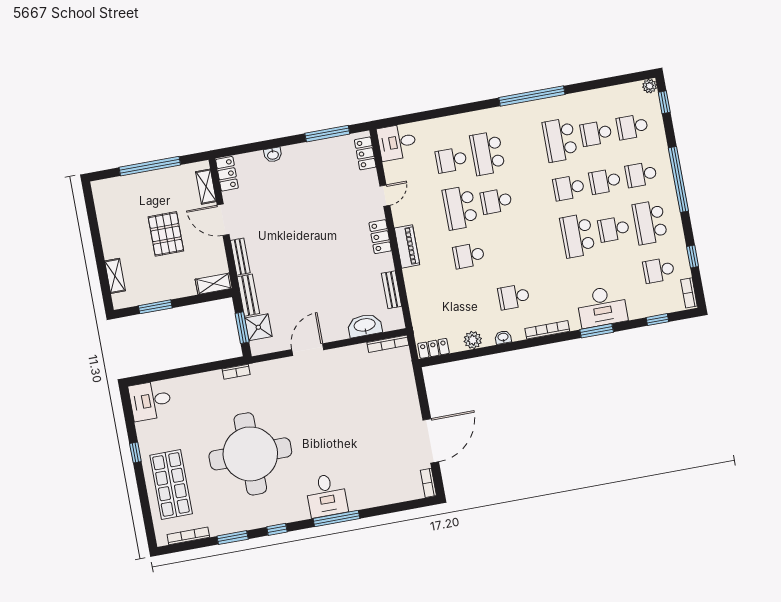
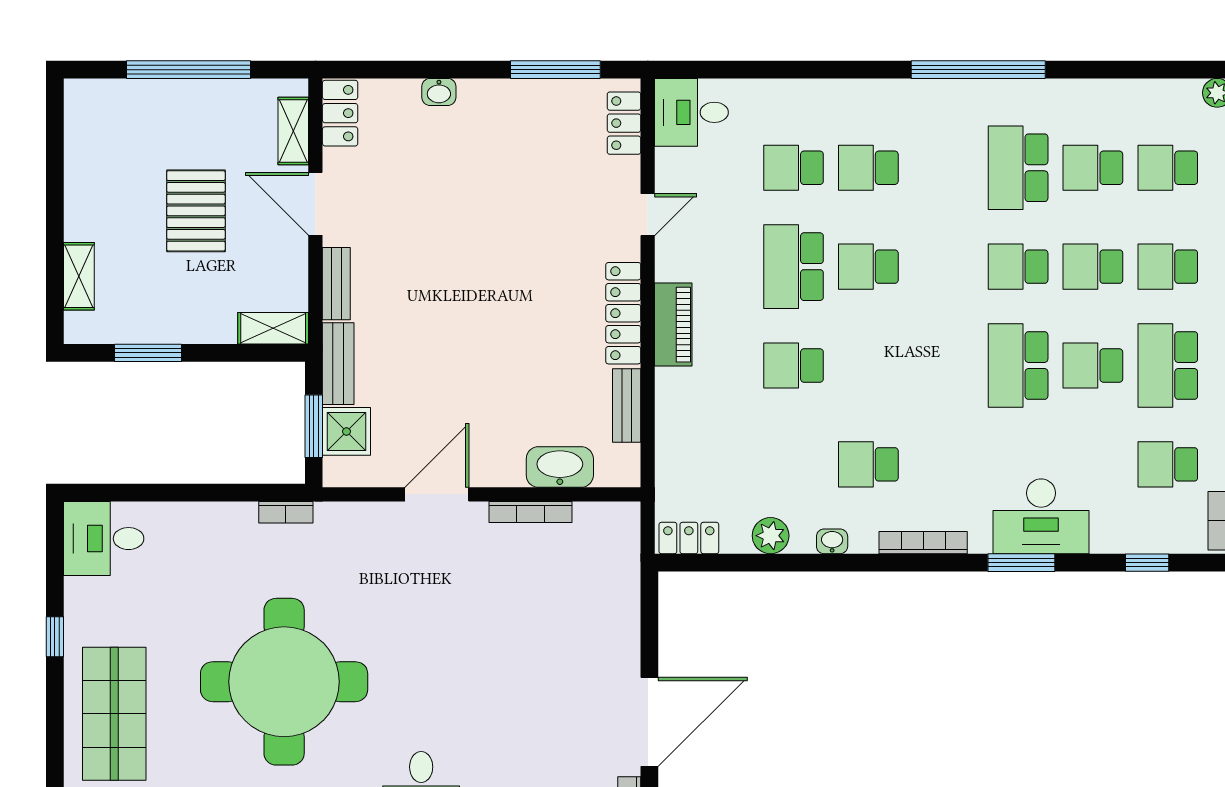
school desk: (487, 153) -> (868, 168), width x0.54
locker: (380, 237) -> (623, 313), width x1.53
bookcase: (388, 344) -> (531, 512), moved

